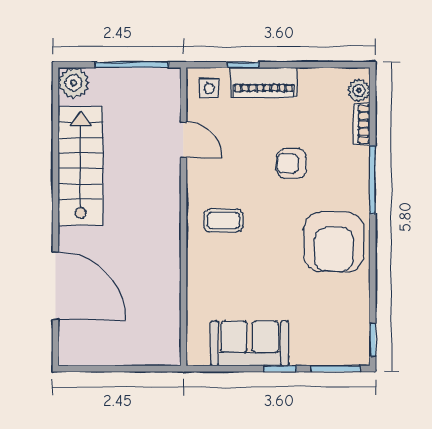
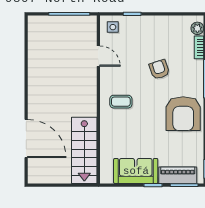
piano: (264, 82) -> (178, 175), moved, turned 180
plant: (74, 83) -> (36, 24), removed
armchair: (291, 163) -> (159, 69), turned 72
stairs: (80, 166) -> (84, 150), moved, turned 180

